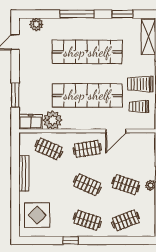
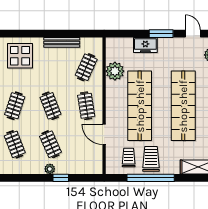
window: (15, 95) -> (161, 34), moved
freezer: (31, 122) -> (145, 45), moved, turned 90
clothes rail: (87, 185) -> (50, 106), turned -45
clothes rail: (126, 185) -> (50, 144), turned -42

